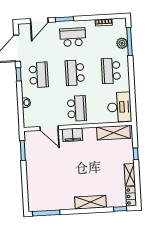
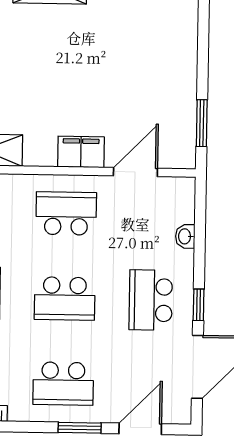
school desk: (75, 73) -> (65, 299), turned 90
school desk: (77, 109) -> (66, 213), turned 90
door: (49, 128) -> (135, 172), hinge flipped

